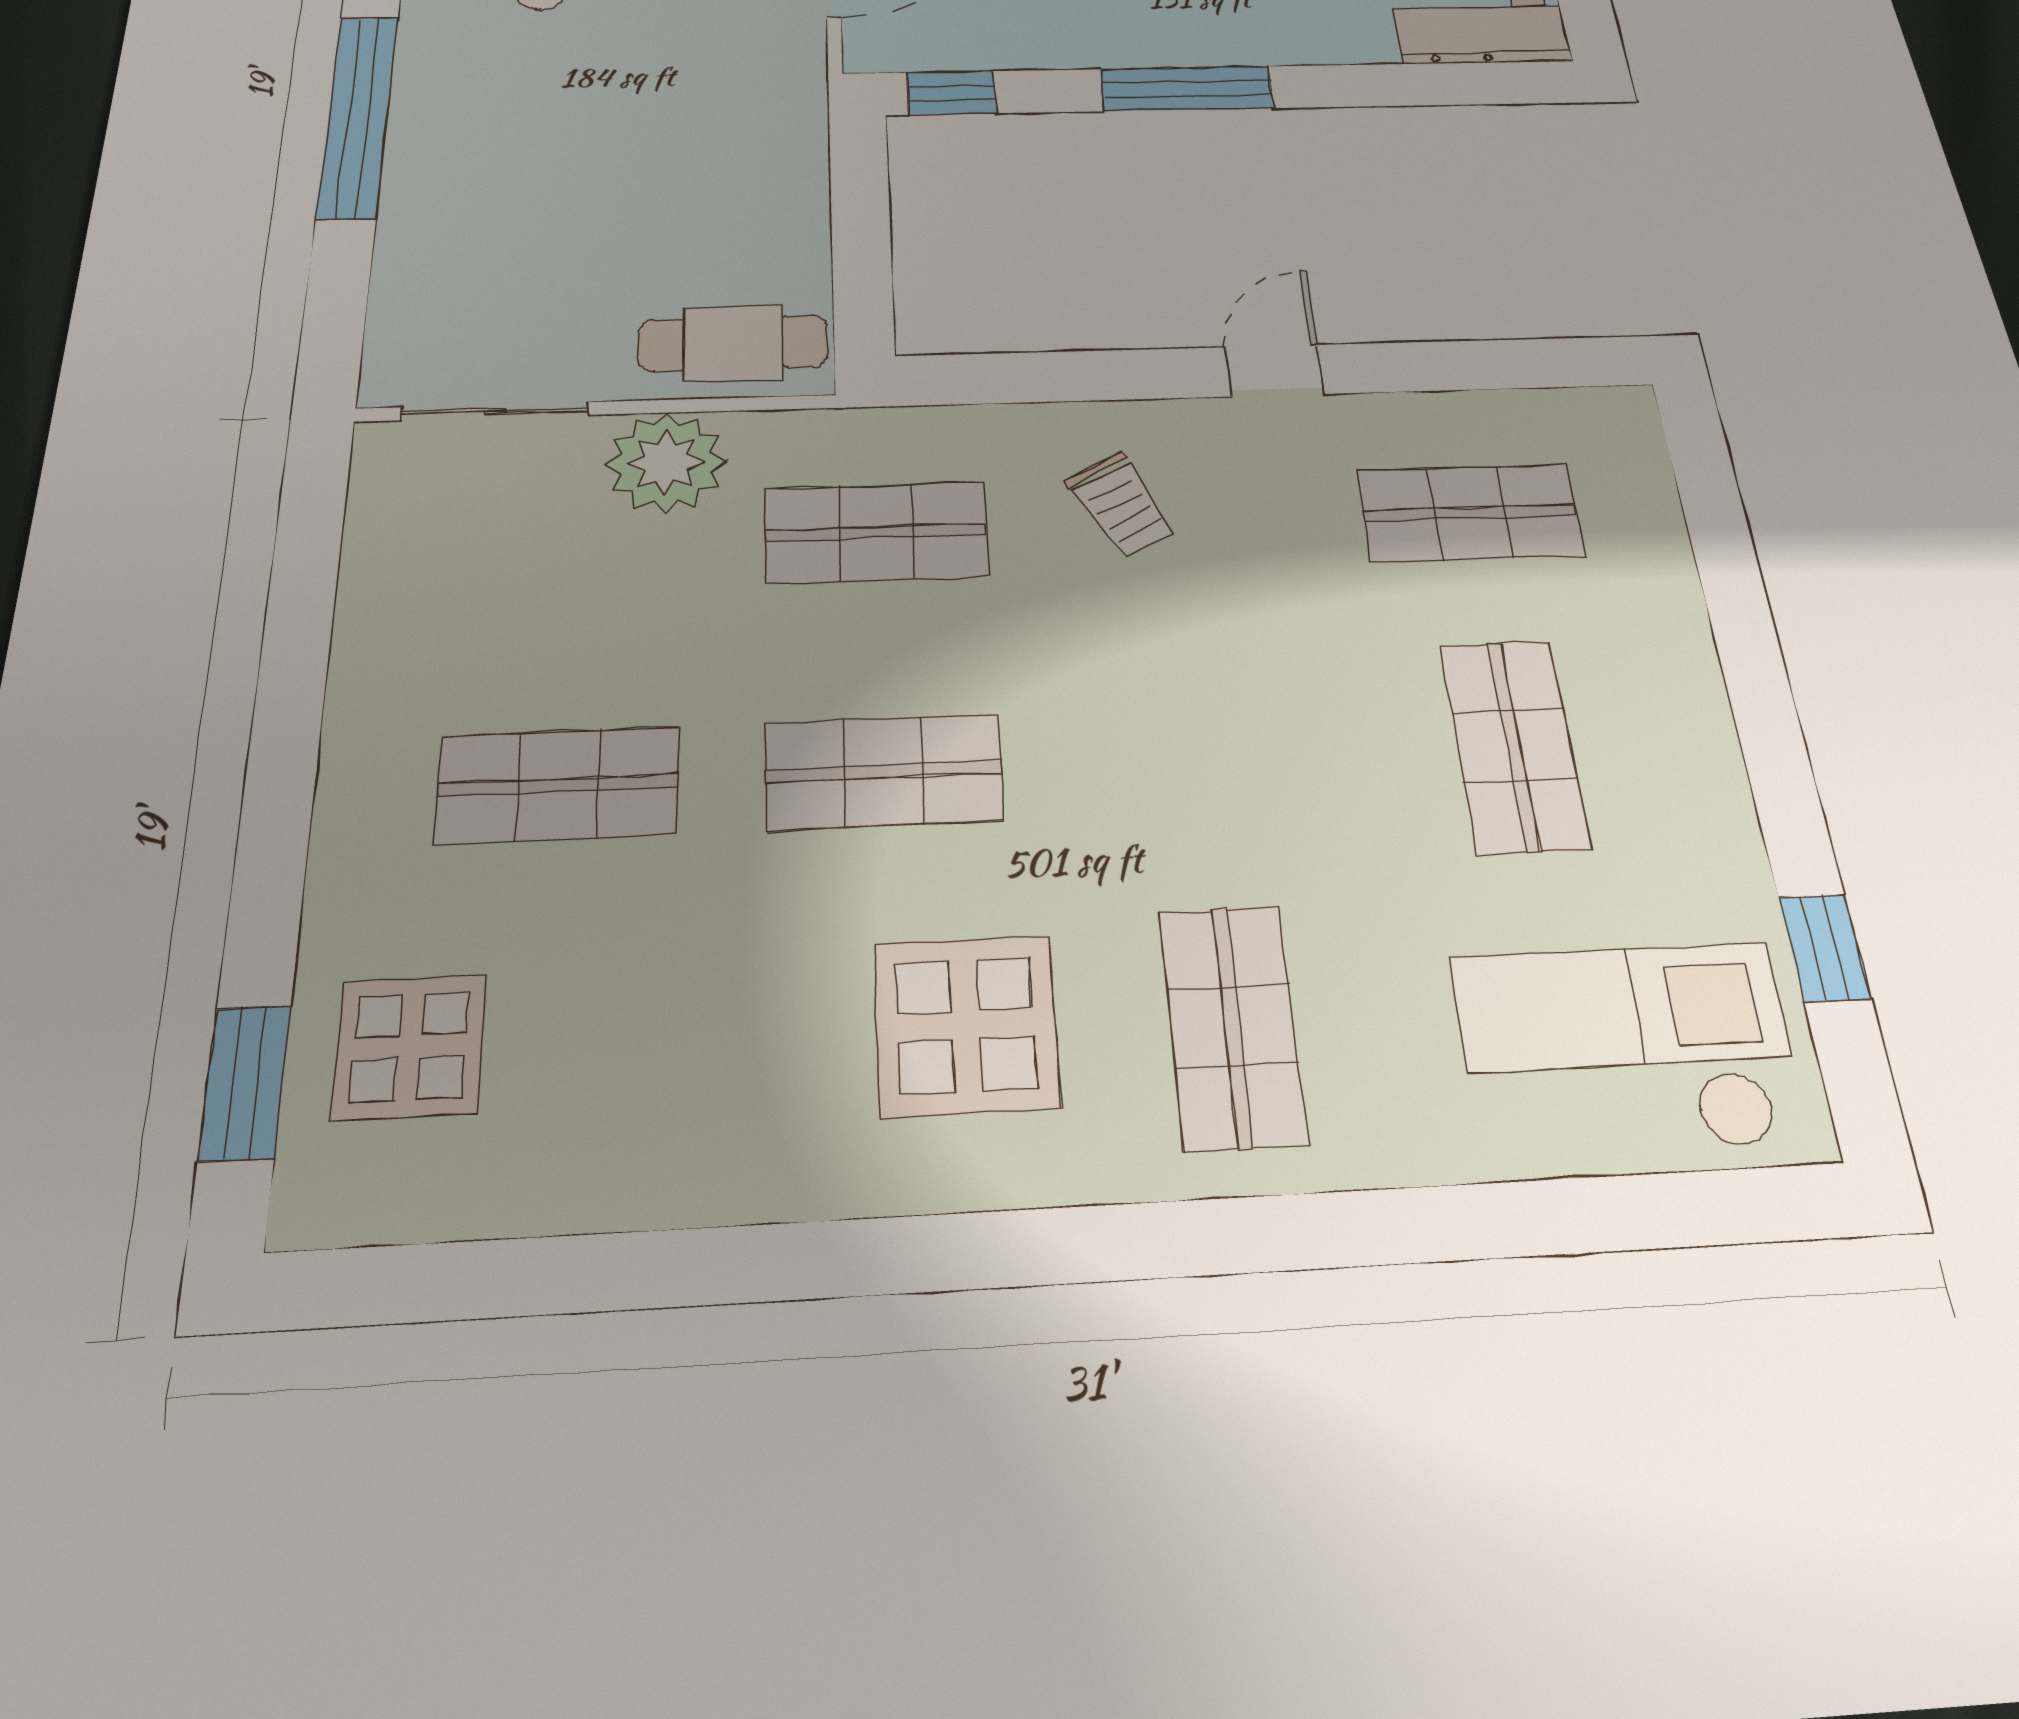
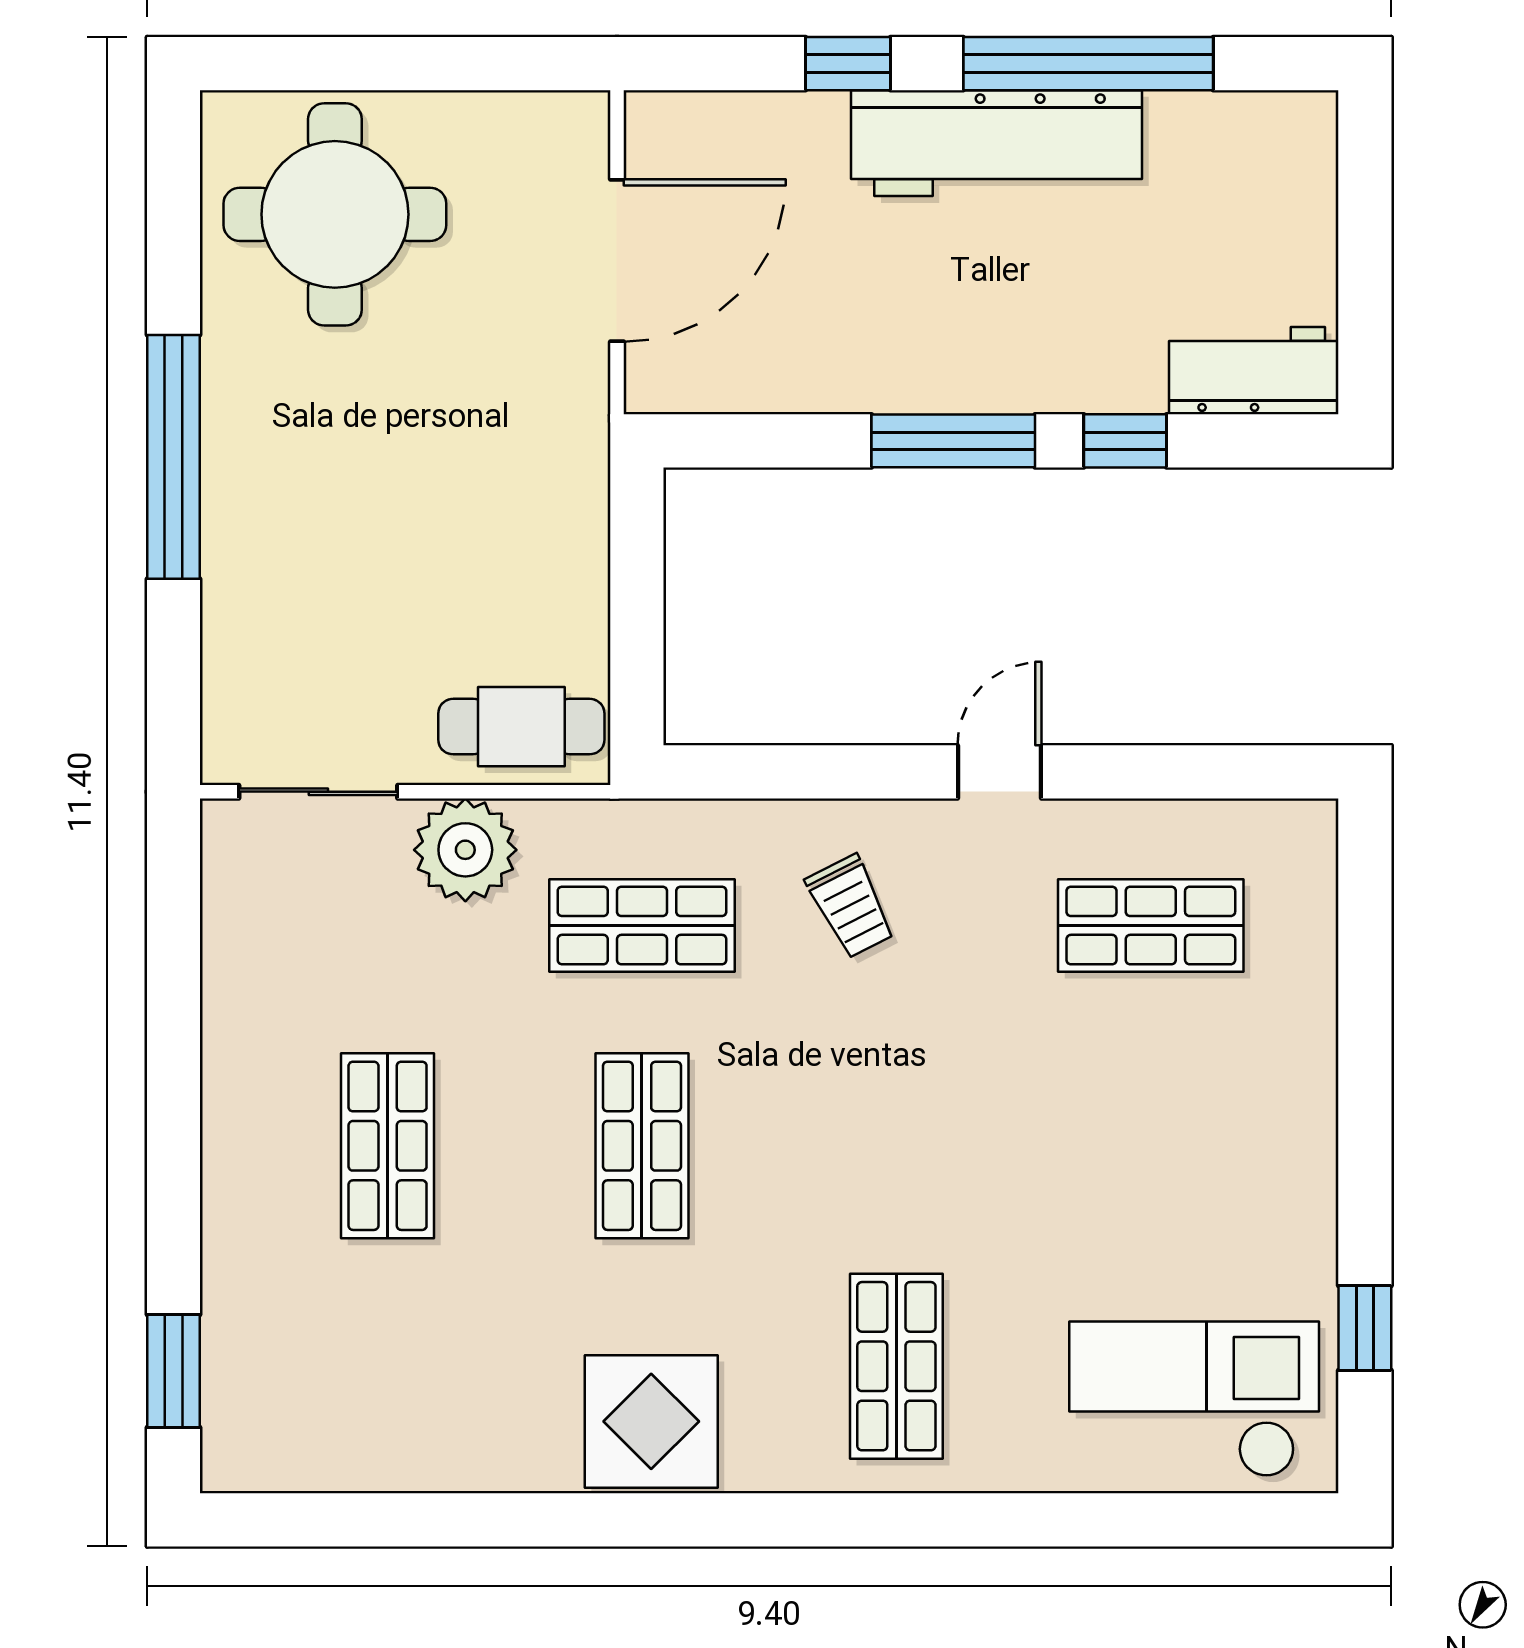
window: (952, 93) -> (1125, 441), moved
shop shelf: (1514, 746) -> (1151, 1146), removed
shop shelf: (884, 772) -> (642, 1146), turned 90
shop shelf: (558, 785) -> (388, 1146), turned 90
display table: (966, 1025) -> (651, 1421), moved
display table: (410, 1047) -> (289, 1350), removed

